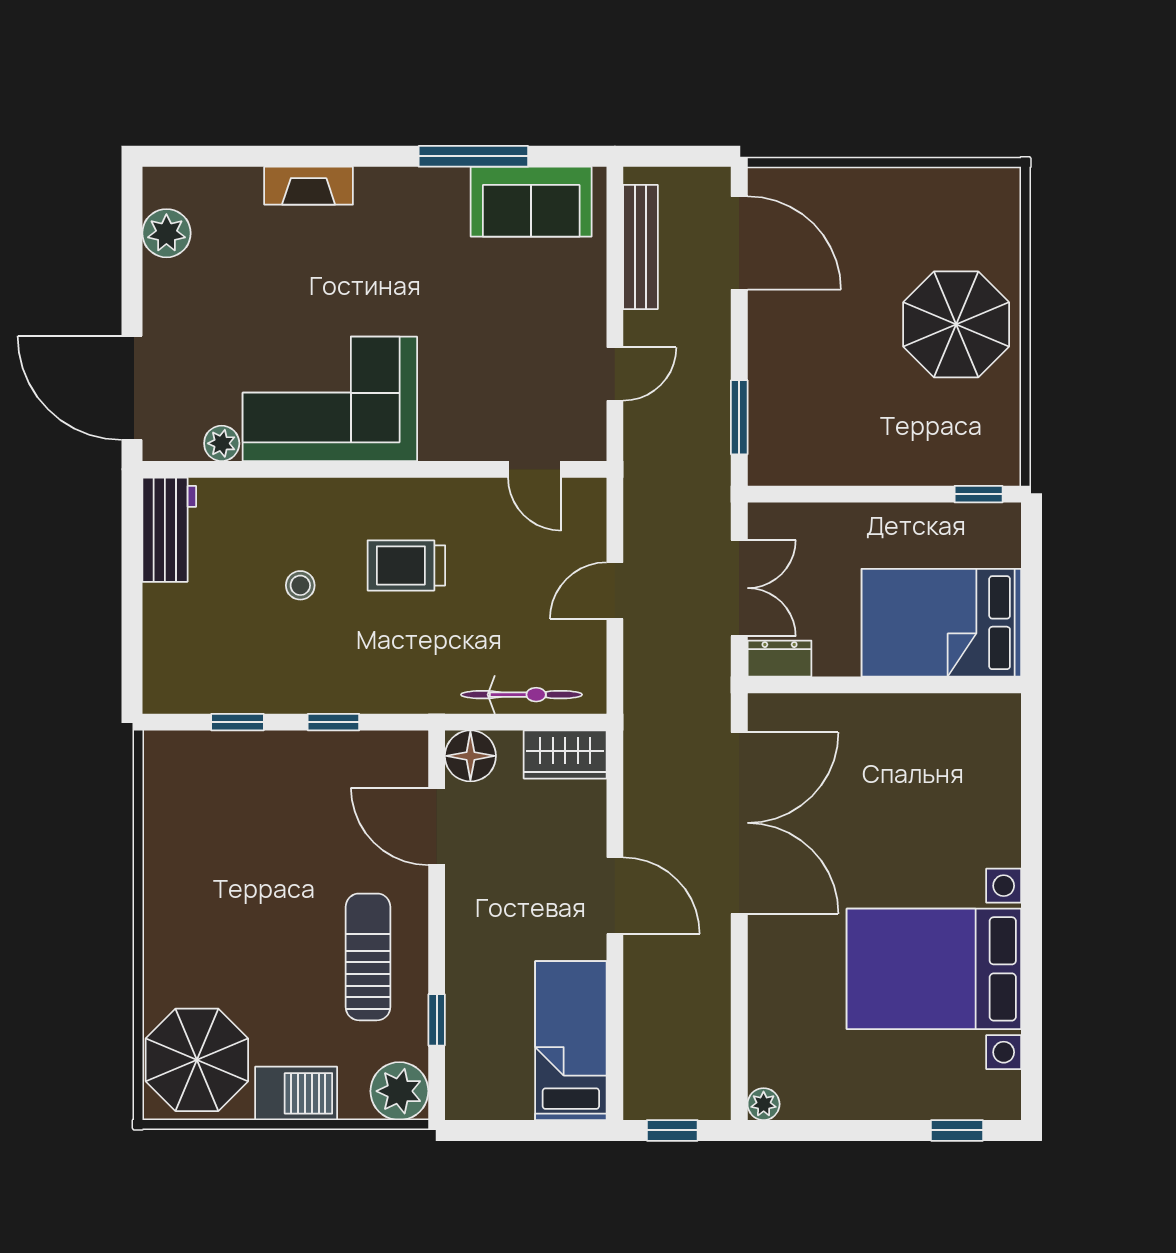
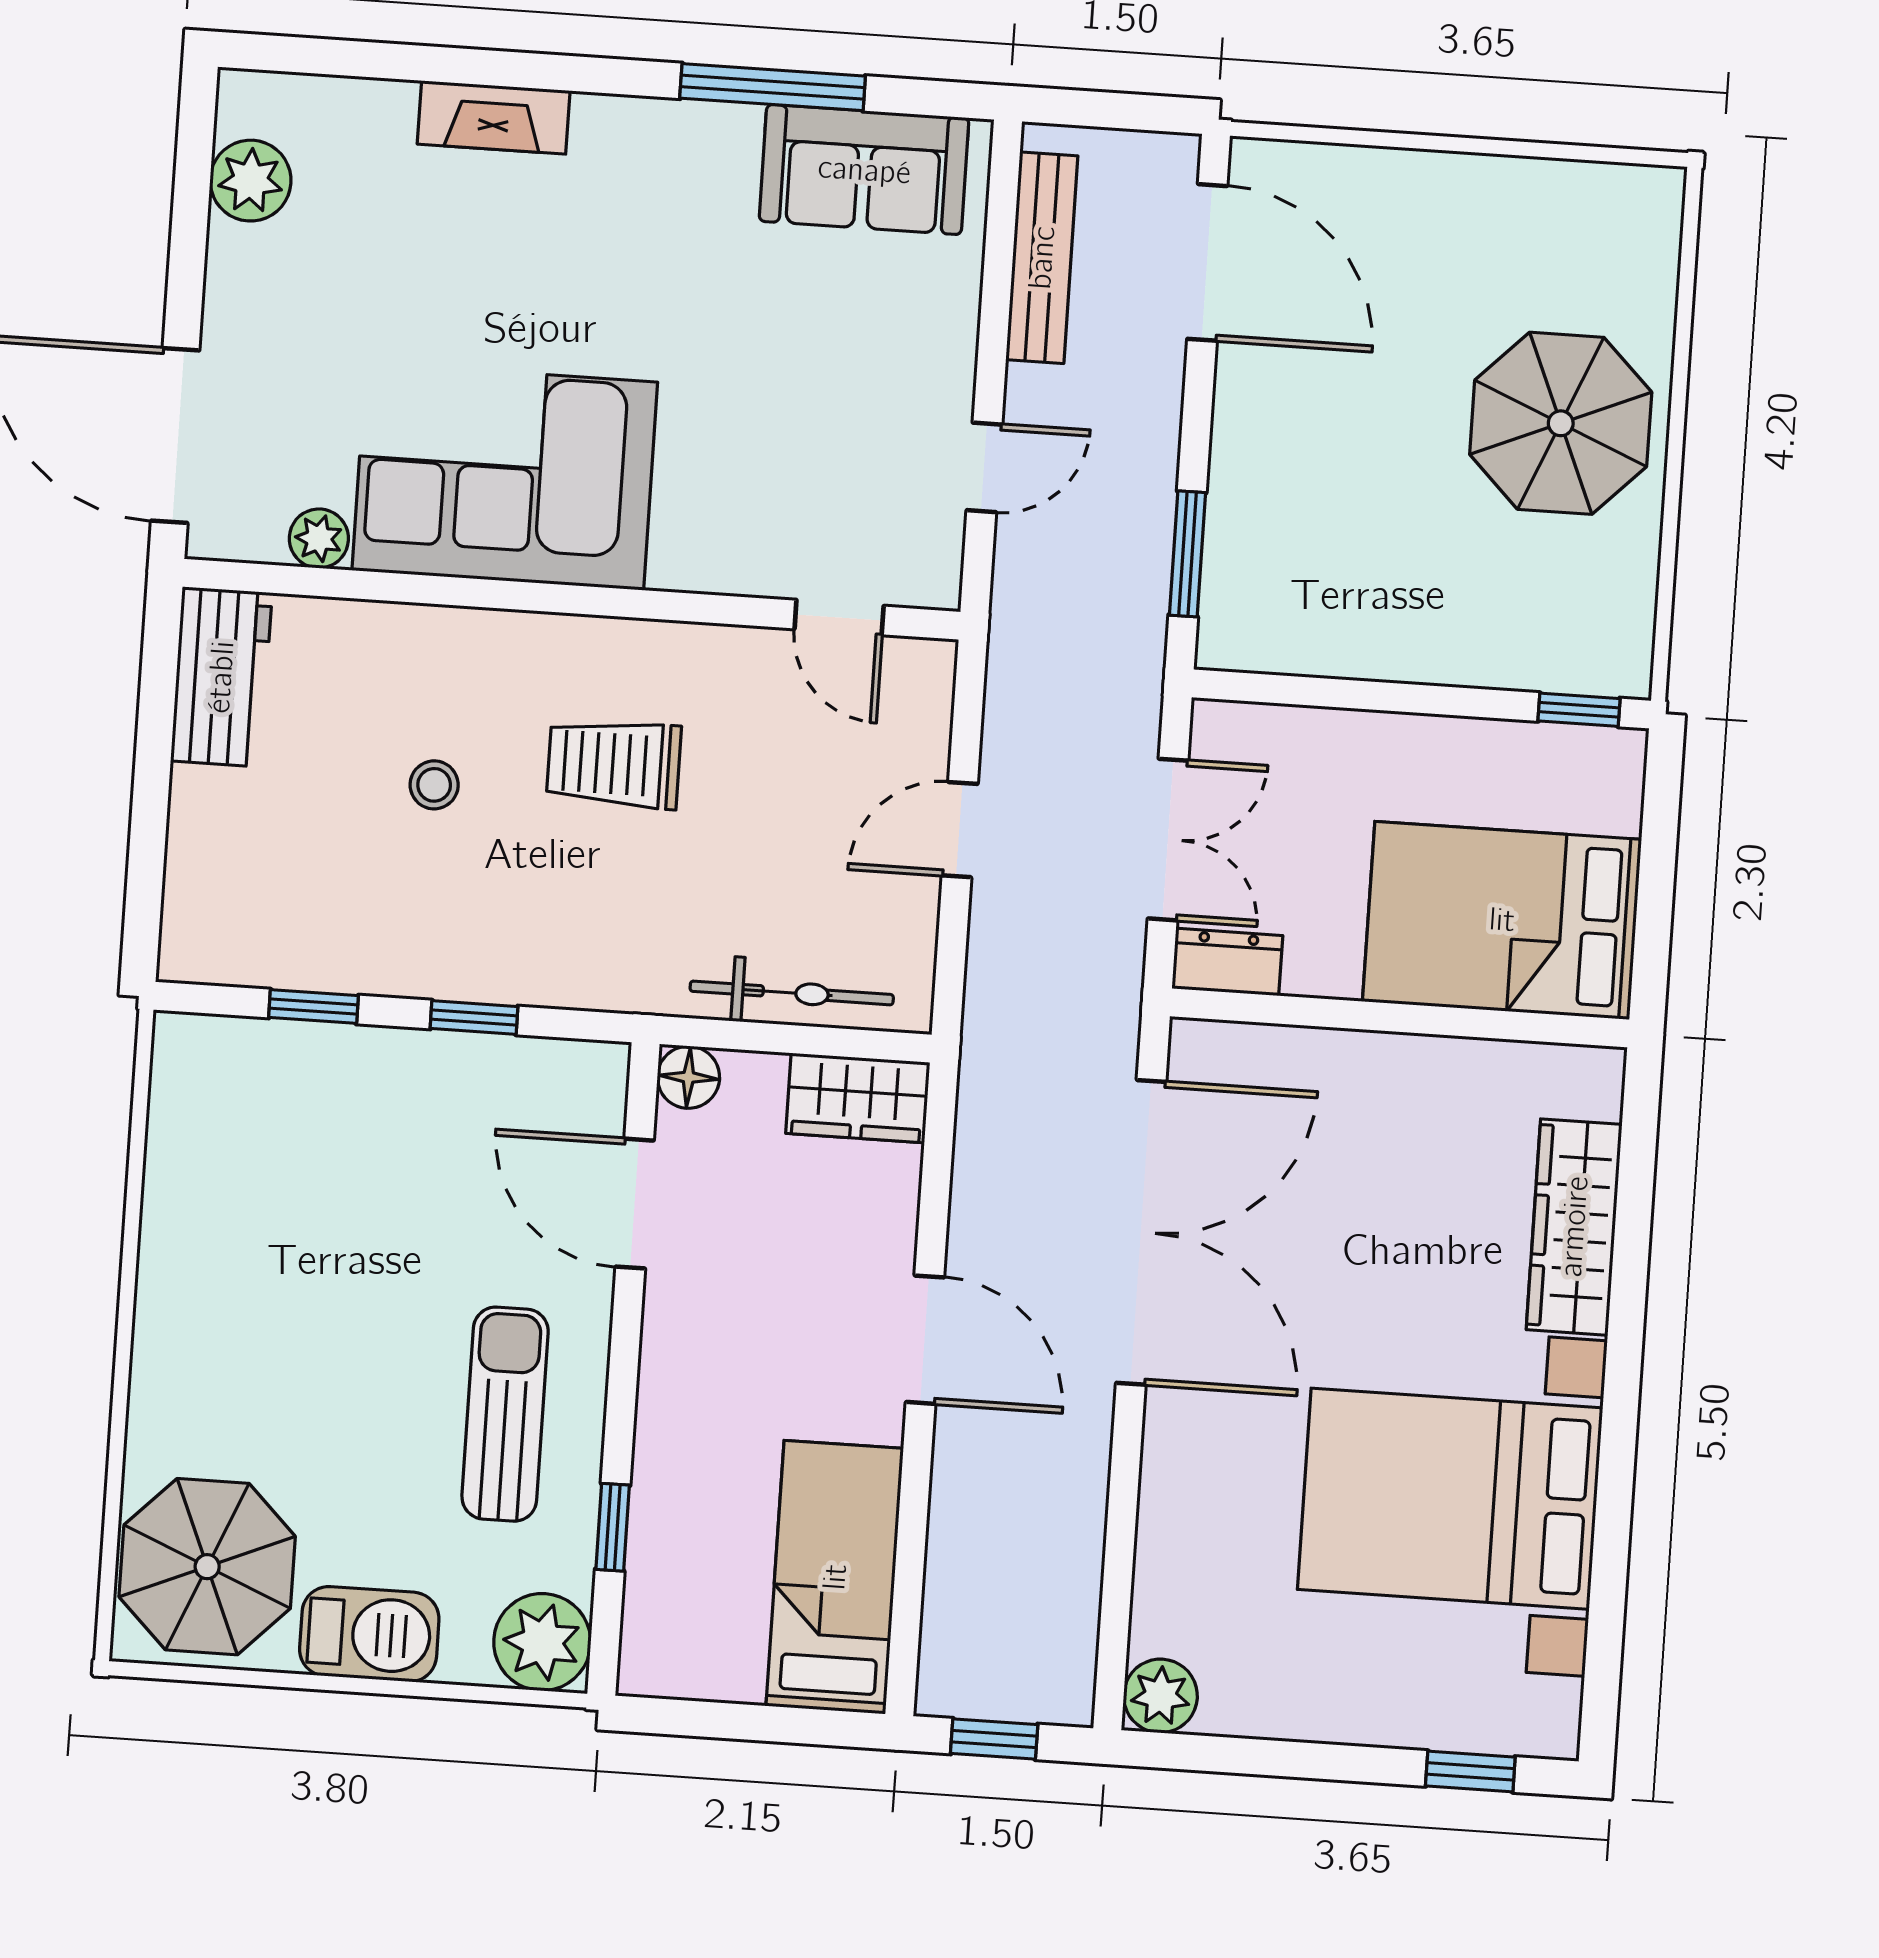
floor lamp: (470, 756) -> (688, 1077), width x0.73, depth x0.73
wardrobe: (997, 802) -> (1574, 1227), added
plant: (764, 1104) -> (1160, 1696), width x1.38, depth x1.38

